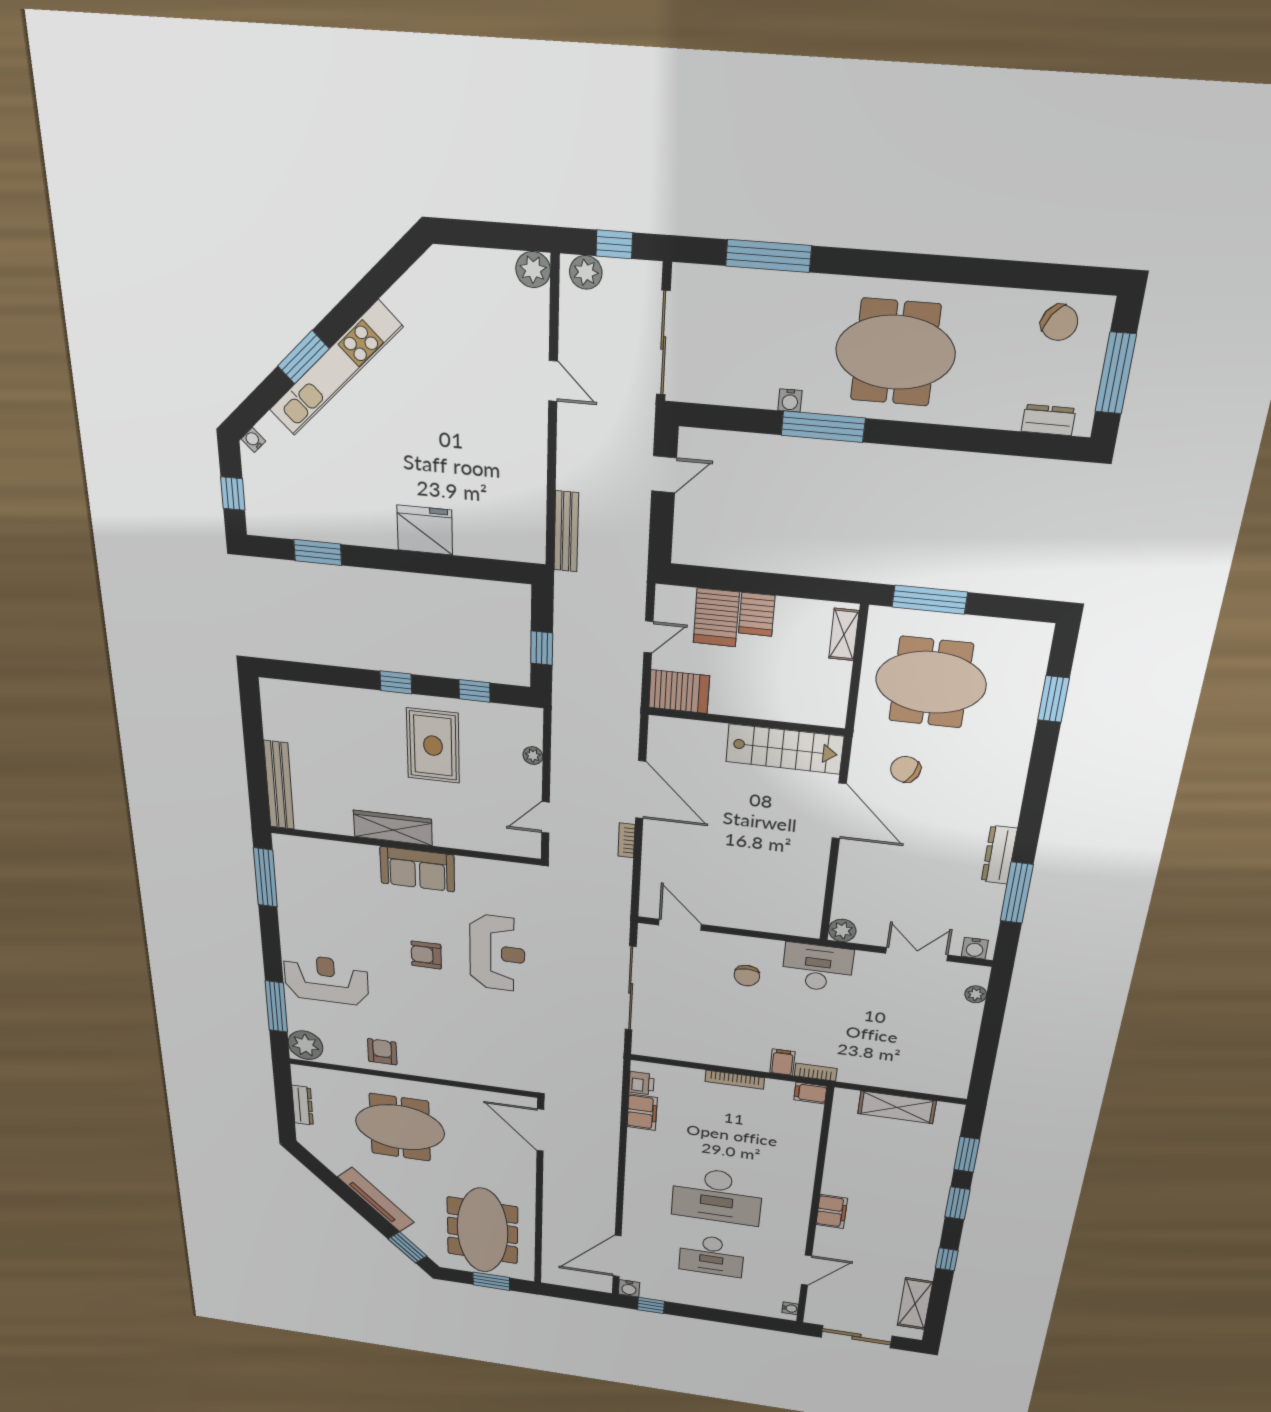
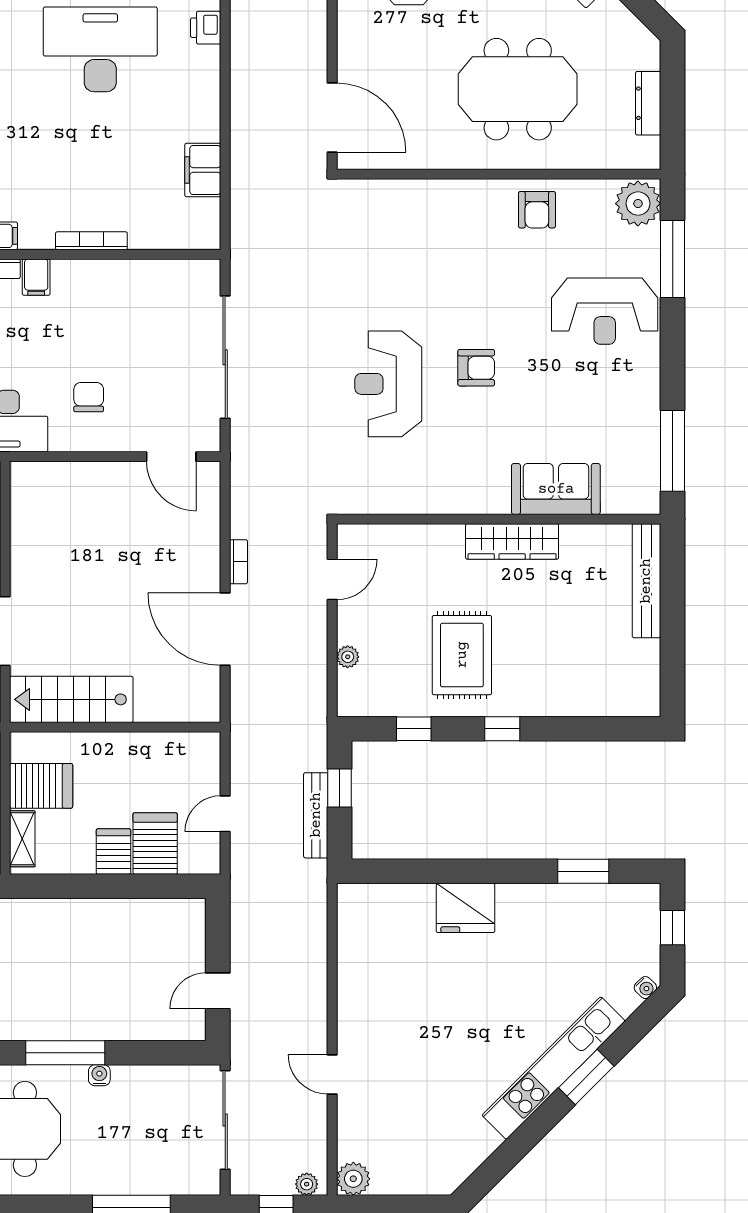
plant: (586, 272) -> (307, 1184), width x0.73, depth x0.73
bench: (566, 532) -> (316, 815), moved
server rack: (679, 692) -> (41, 786), moved, turned 180
sofa: (417, 869) -> (556, 489), moved
printer: (641, 1083) -> (206, 28), moved

